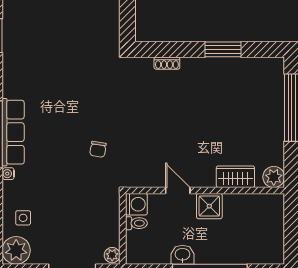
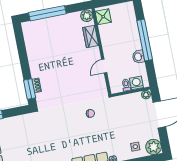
window: (223, 49) -> (30, 89), moved
washing machine: (136, 204) -> (136, 83), moved
shower: (209, 206) -> (103, 17), moved

